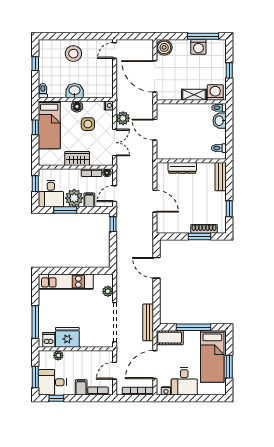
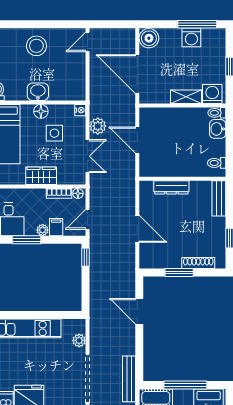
plant: (74, 198) -> (43, 230), width x0.53, depth x0.53
window: (199, 236) -> (179, 272), moved

